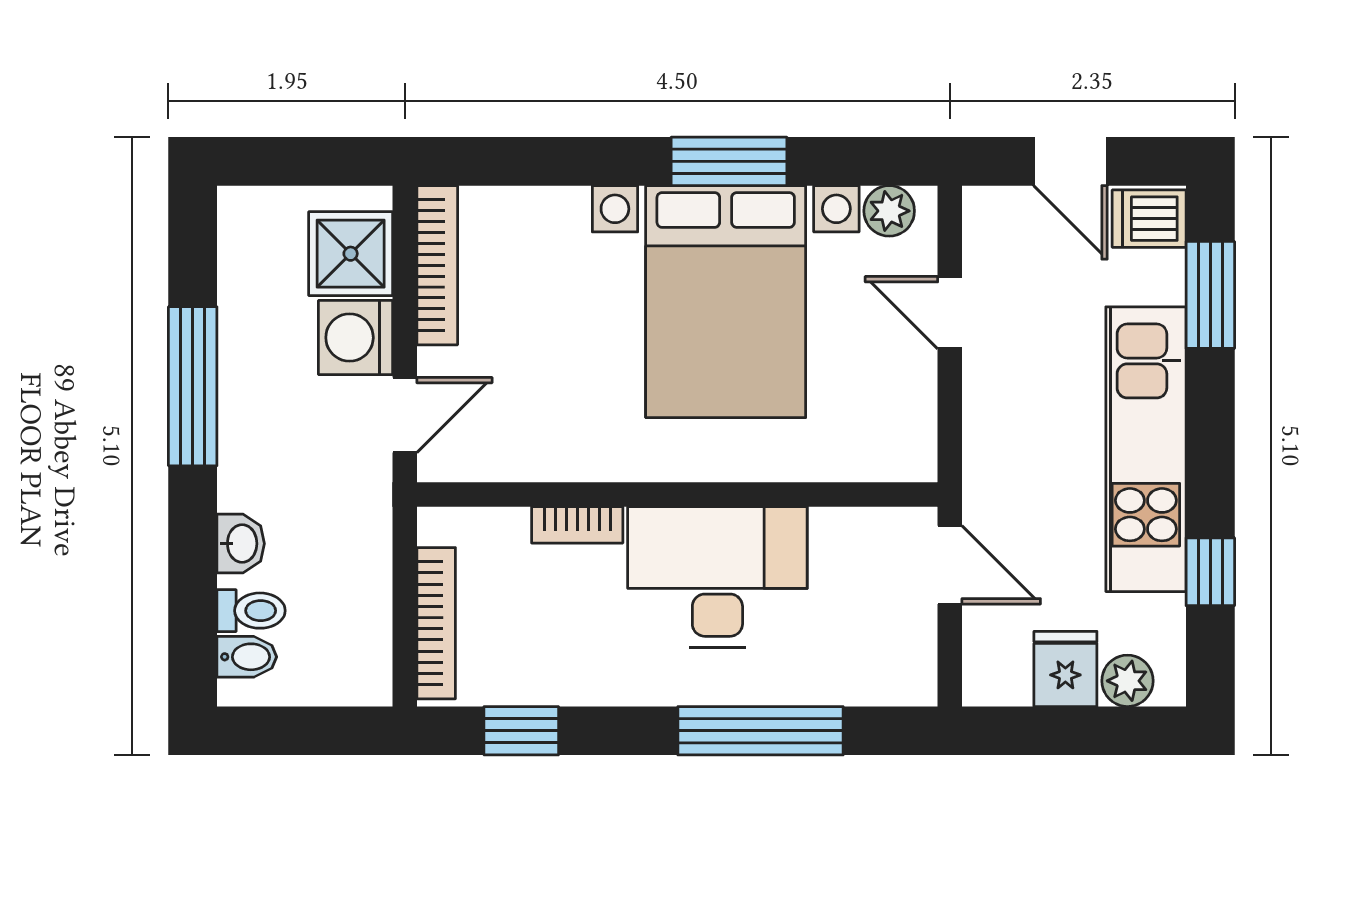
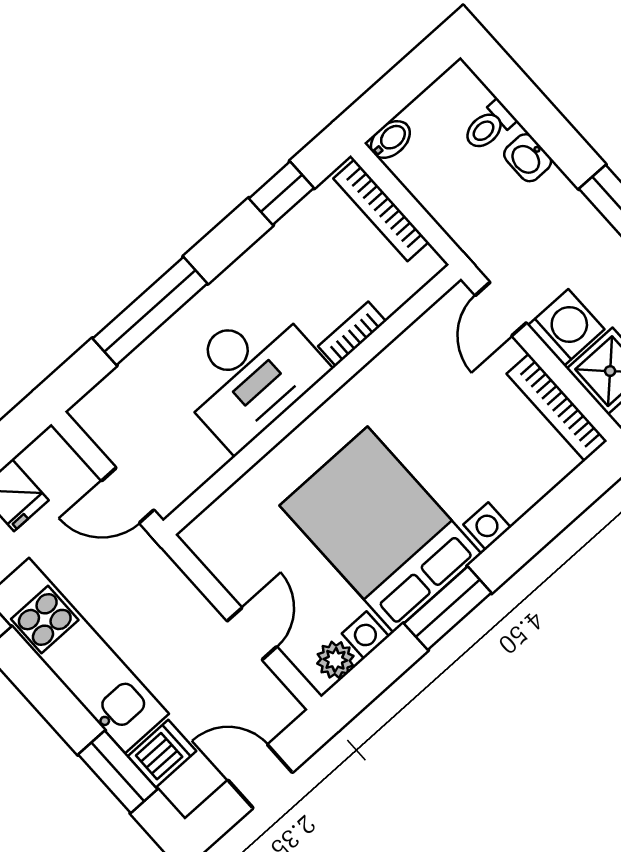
dishwasher: (1149, 219) -> (162, 754), moved
door: (950, 313) -> (252, 634), hinge flipped
bidet: (247, 657) -> (390, 139), moved, turned 180

